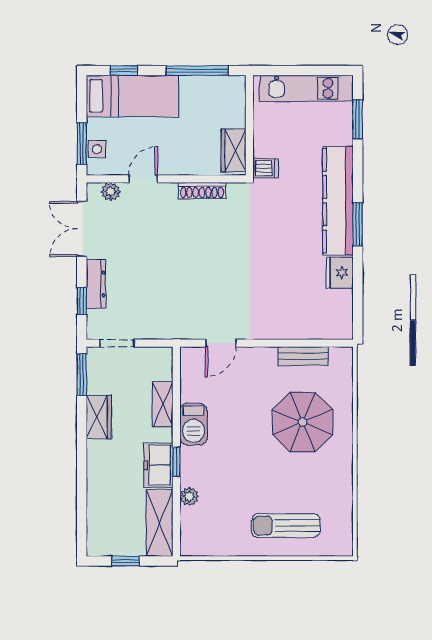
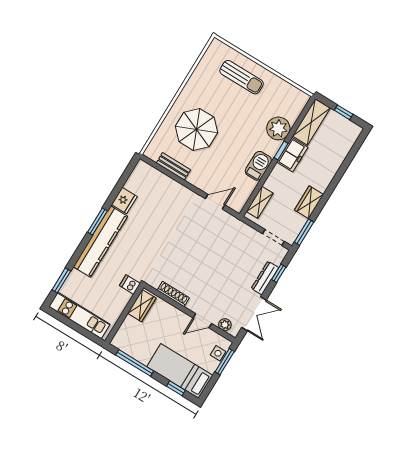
shelving: (163, 404) -> (260, 202), moved
plant: (189, 496) -> (278, 128), width x1.87, depth x1.87

